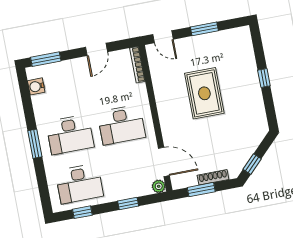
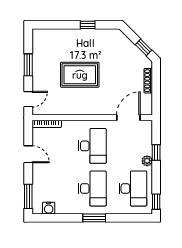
window: (264, 78) -> (88, 25), moved
plant: (159, 186) -> (147, 161), moved
window: (201, 190) -> (156, 92), removed
window: (82, 212) -> (156, 202), moved

